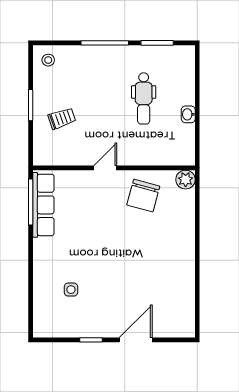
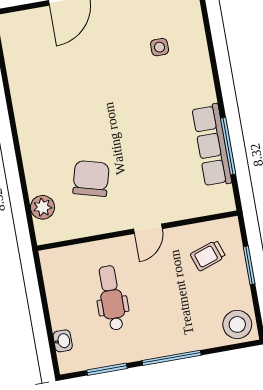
stool: (48, 60) -> (237, 324), width x1.89, depth x1.89
washbasin: (188, 114) -> (63, 341), moved
door: (105, 168) -> (148, 229), moved
wall: (114, 168) -> (137, 231), moved

